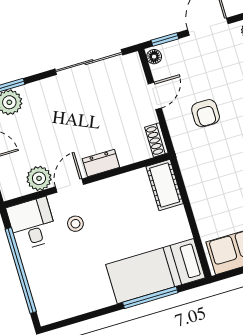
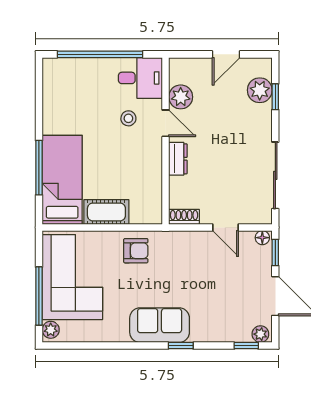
armchair: (206, 113) -> (136, 251), moved, turned 180
cot: (165, 185) -> (106, 212), moved

